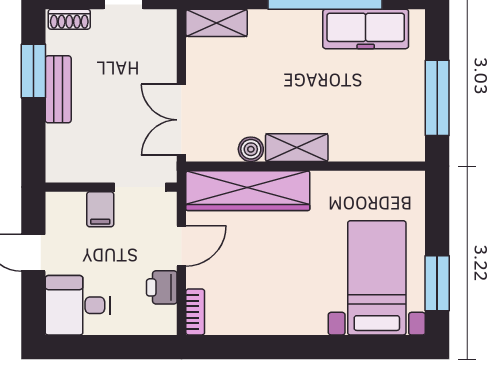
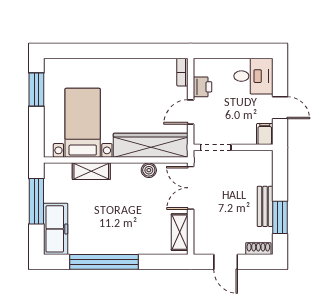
shelving: (217, 23) -> (180, 232), moved, turned 90
freezer: (366, 29) -> (56, 229), moved, turned 90
double door: (181, 120) -> (191, 188), swing flipped
shelving: (297, 148) -> (91, 171), moved
filing cabinet: (100, 209) -> (265, 134), moved
bed with nightstands: (377, 278) -> (83, 123), moved, turned 180

